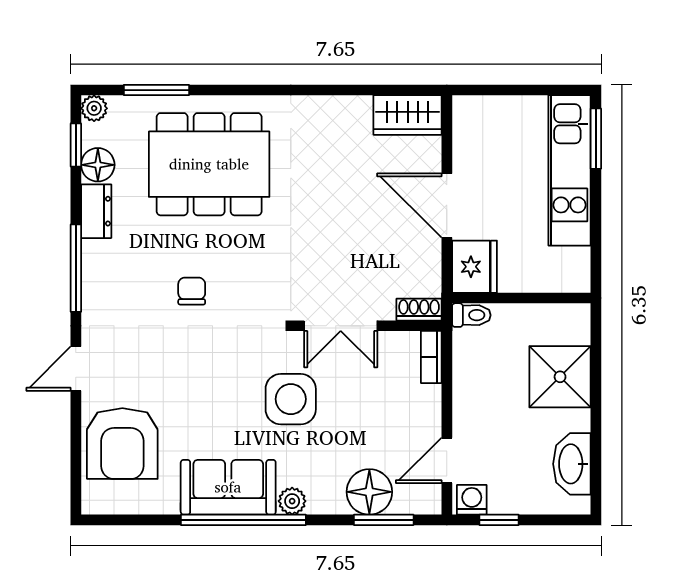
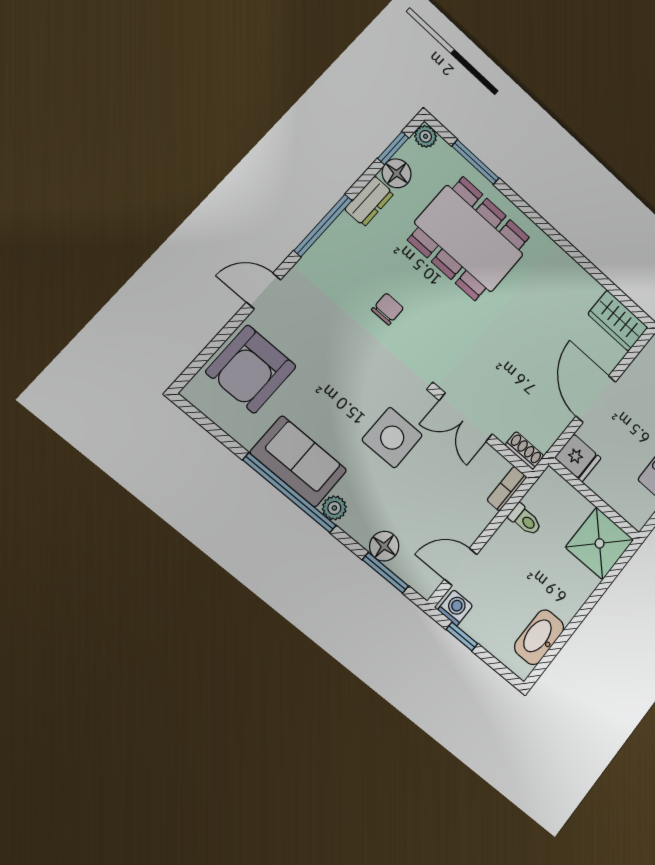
fridge: (474, 267) -> (578, 458), width x0.72
toilet: (471, 315) -> (525, 520), moved
shower: (560, 377) -> (600, 543), moved
floor lamp: (369, 492) -> (384, 546), width x0.73, depth x0.73

